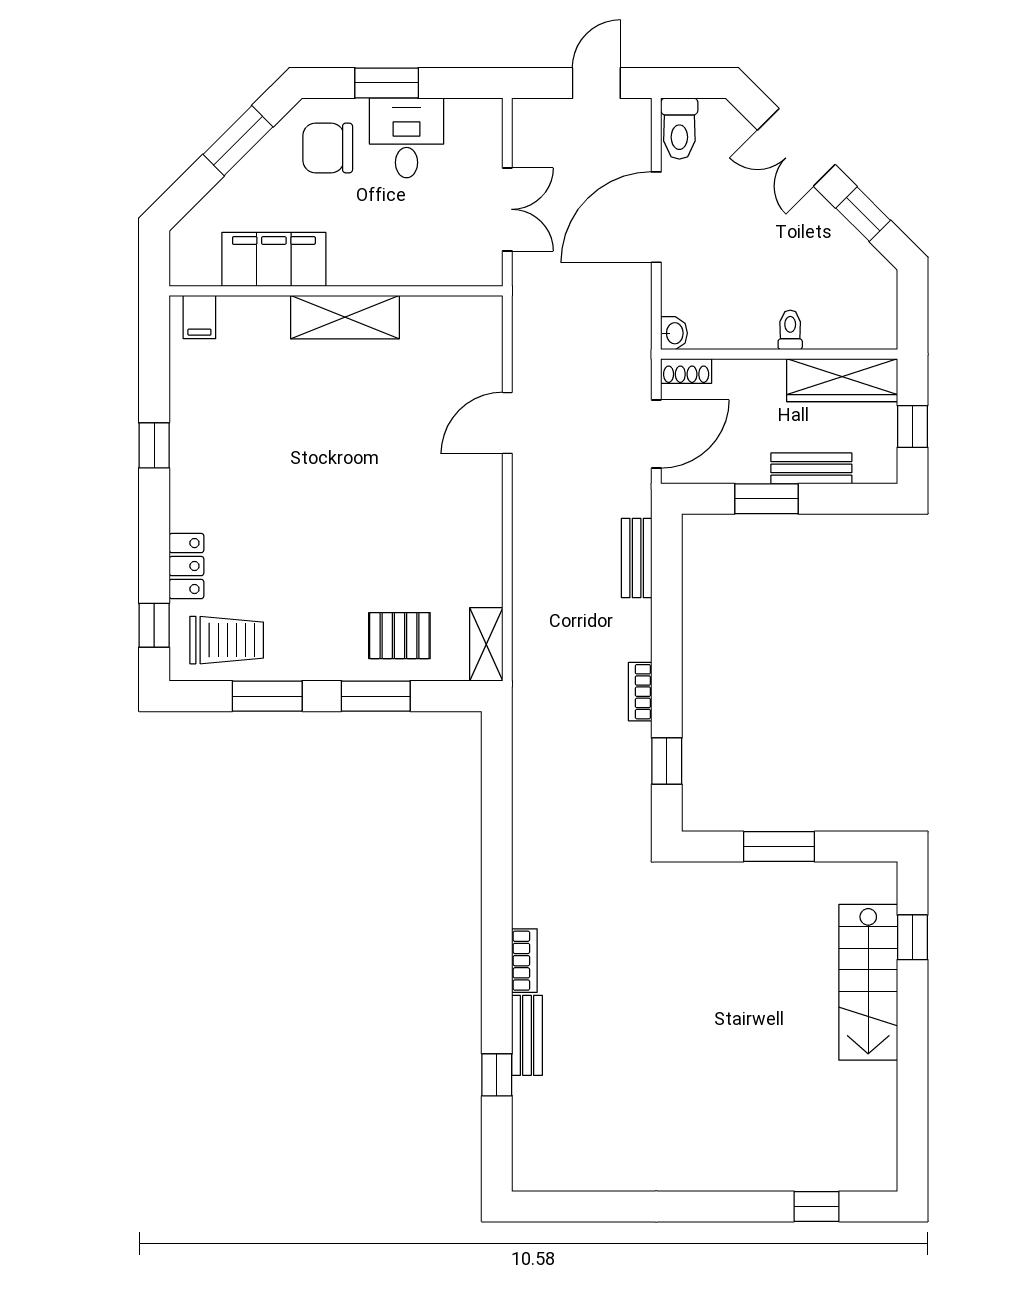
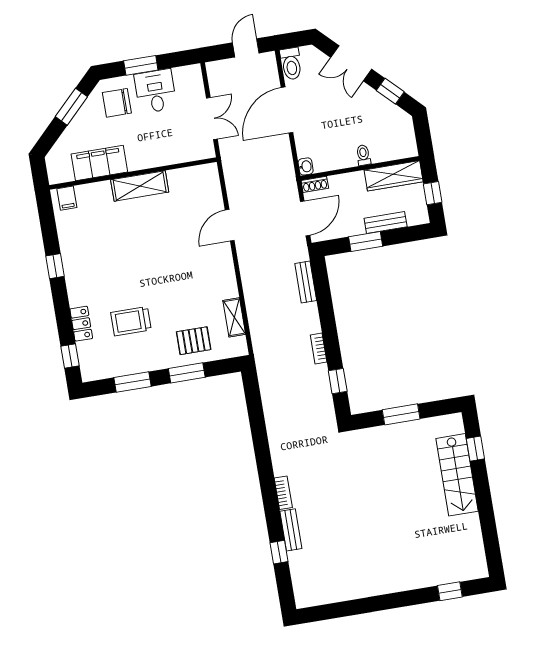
trolley: (227, 640) -> (131, 321), moved, turned 180
shelving: (486, 644) -> (234, 317), moved

